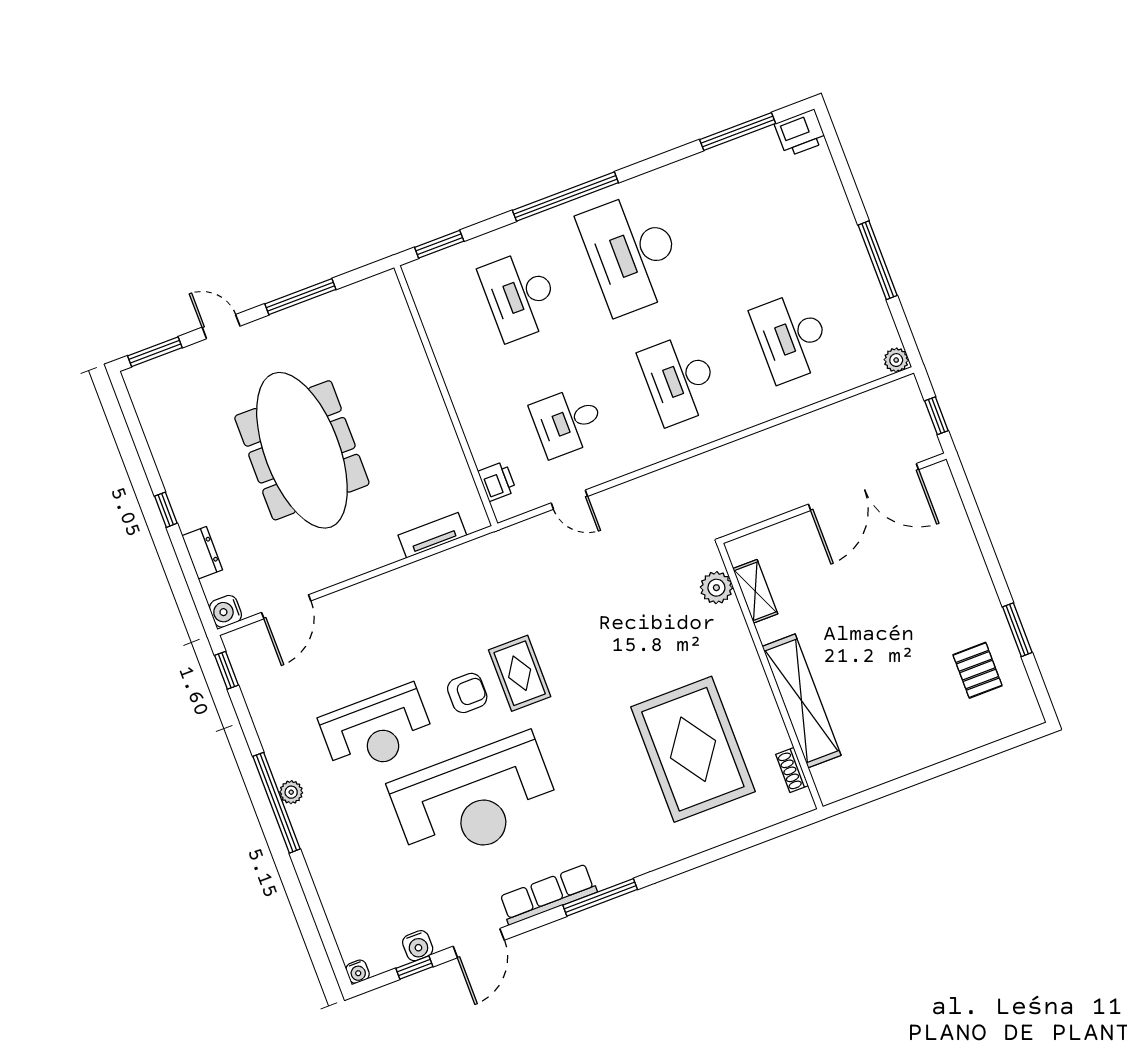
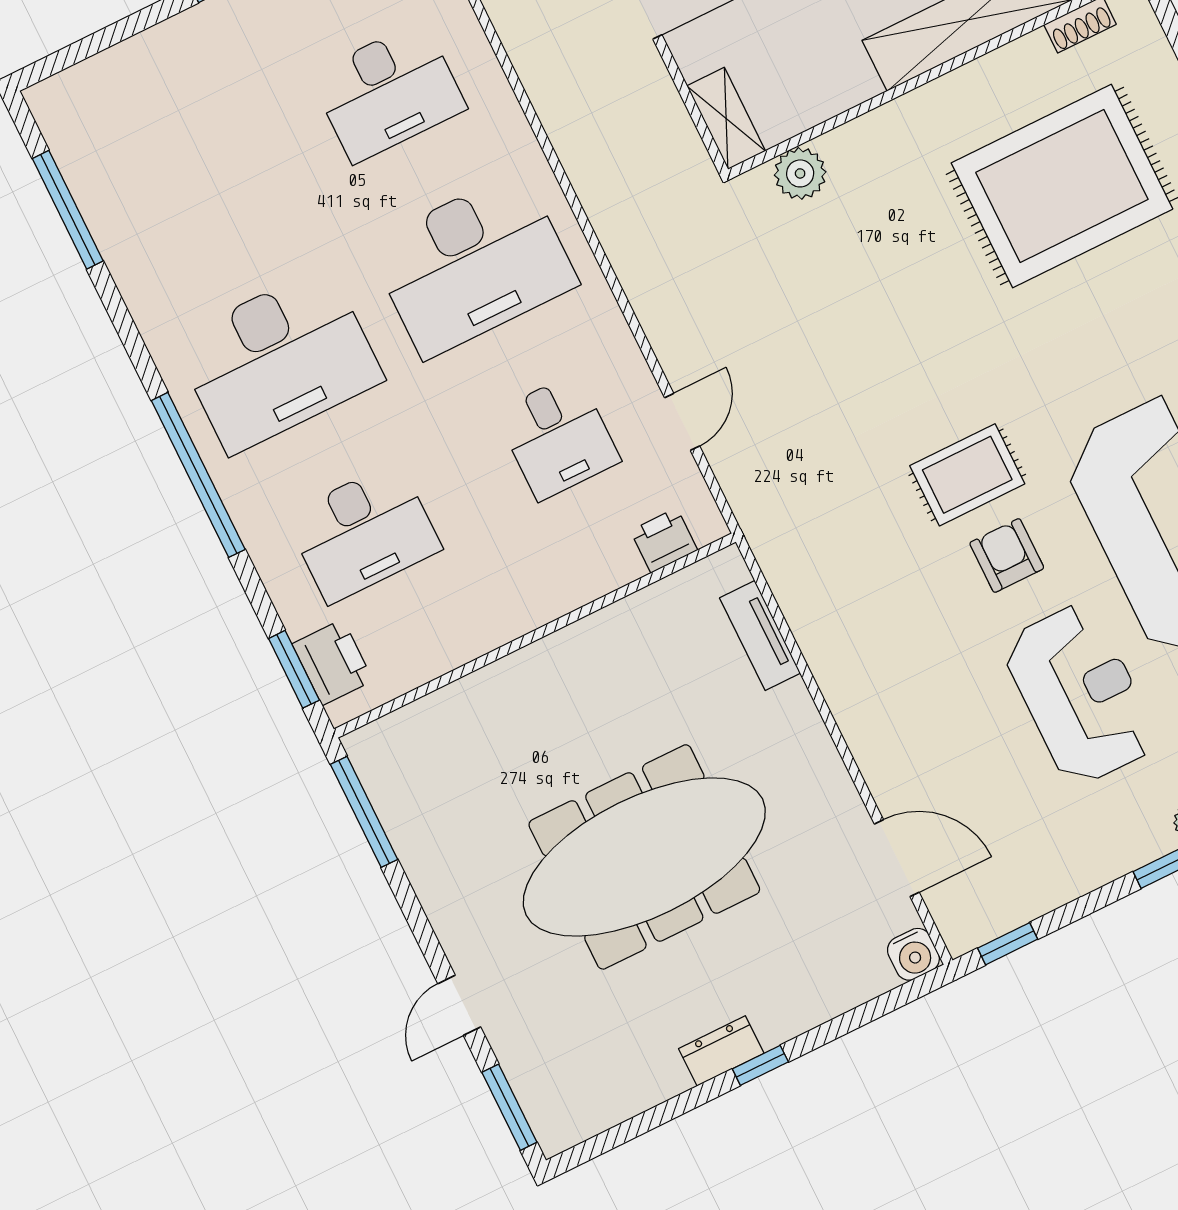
printer: (800, 133) -> (333, 662), moved
window: (300, 297) -> (364, 812), moved
desk: (680, 379) -> (473, 264), width x1.36, depth x1.30
dresser: (202, 553) -> (721, 1051), moved
shelving: (755, 591) -> (726, 118), moved, turned 90

